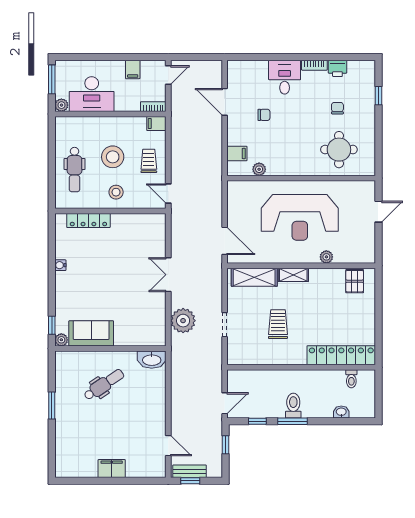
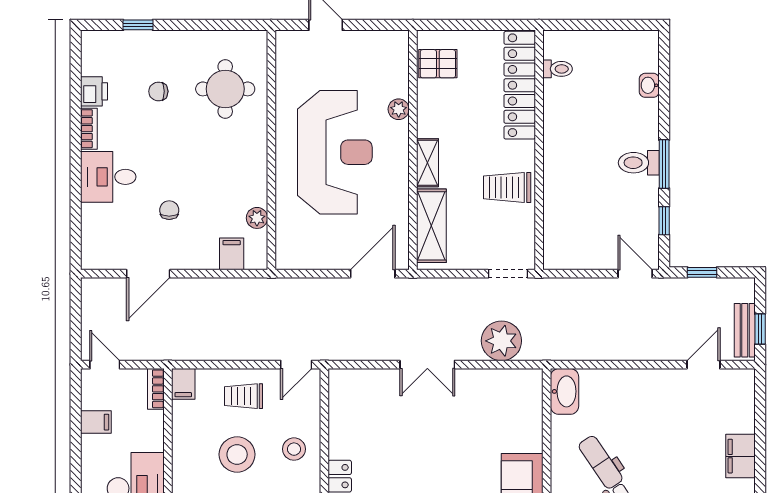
locker: (341, 355) -> (520, 85), moved
wall: (301, 367) -> (539, 150), moved
toilet: (351, 379) -> (558, 69), moved

